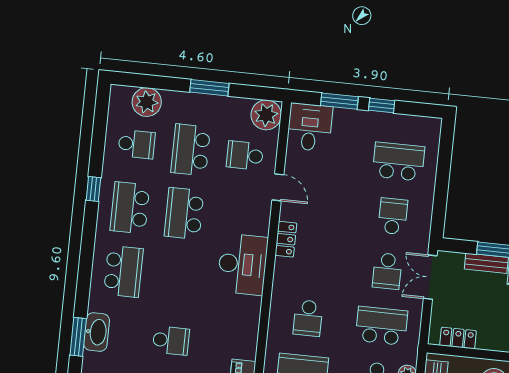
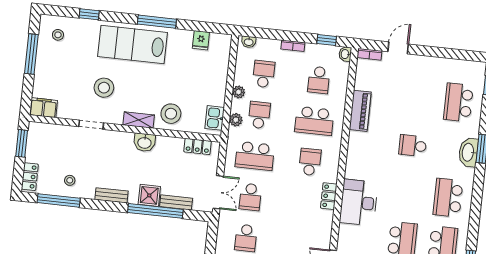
locker: (286, 239) -> (329, 196), moved
school desk: (387, 271) -> (250, 197), turned 180

